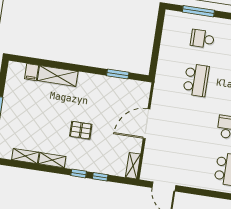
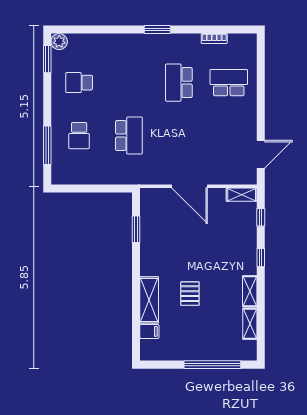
school desk: (196, 80) -> (129, 136), turned 90
pallet: (81, 130) -> (190, 294), moved
window: (100, 177) -> (261, 217), moved

